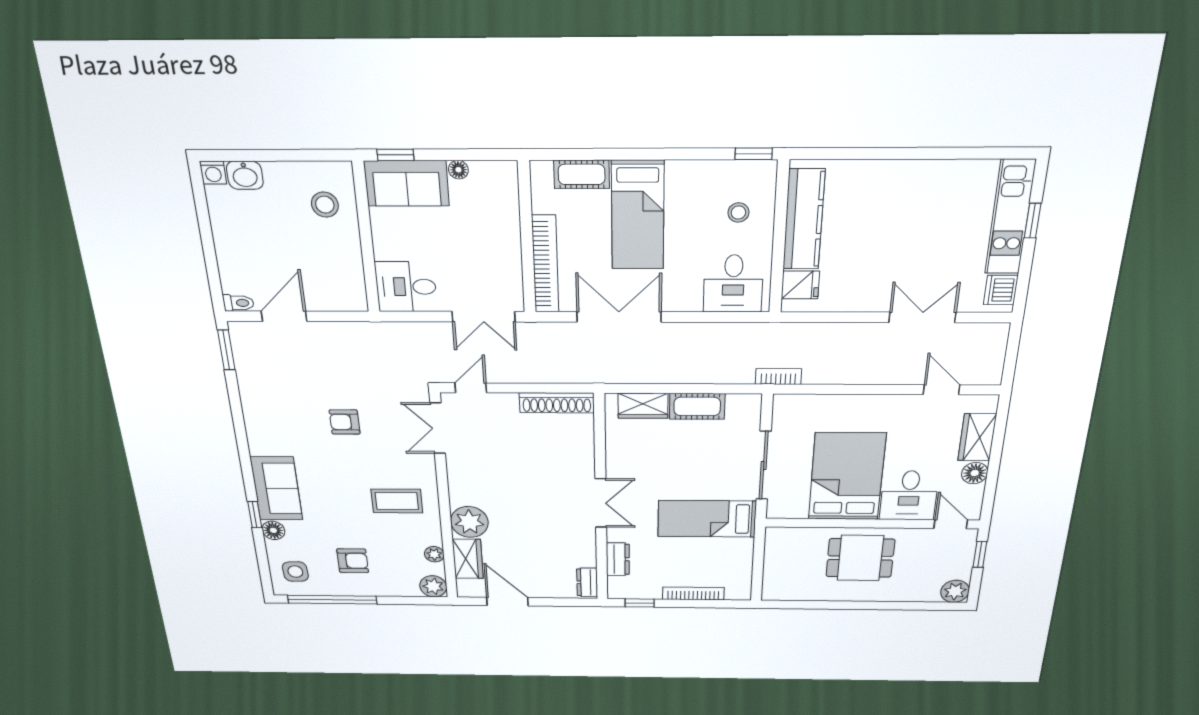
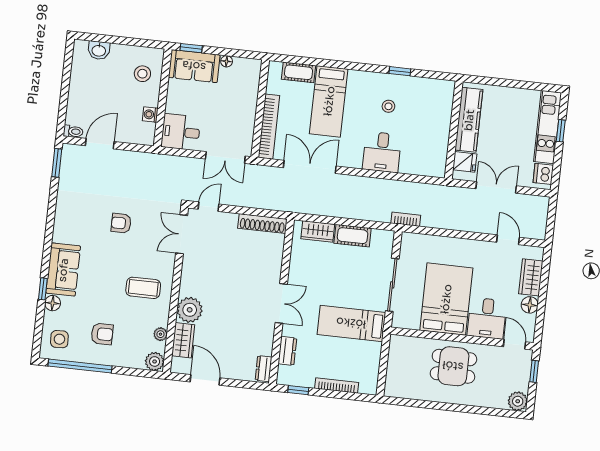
washing machine: (213, 173) -> (150, 114), moved, turned 90
kitchen counter: (804, 220) -> (469, 120), moved
wall: (779, 238) -> (454, 130), moved
fridge: (800, 285) -> (465, 162), moved

